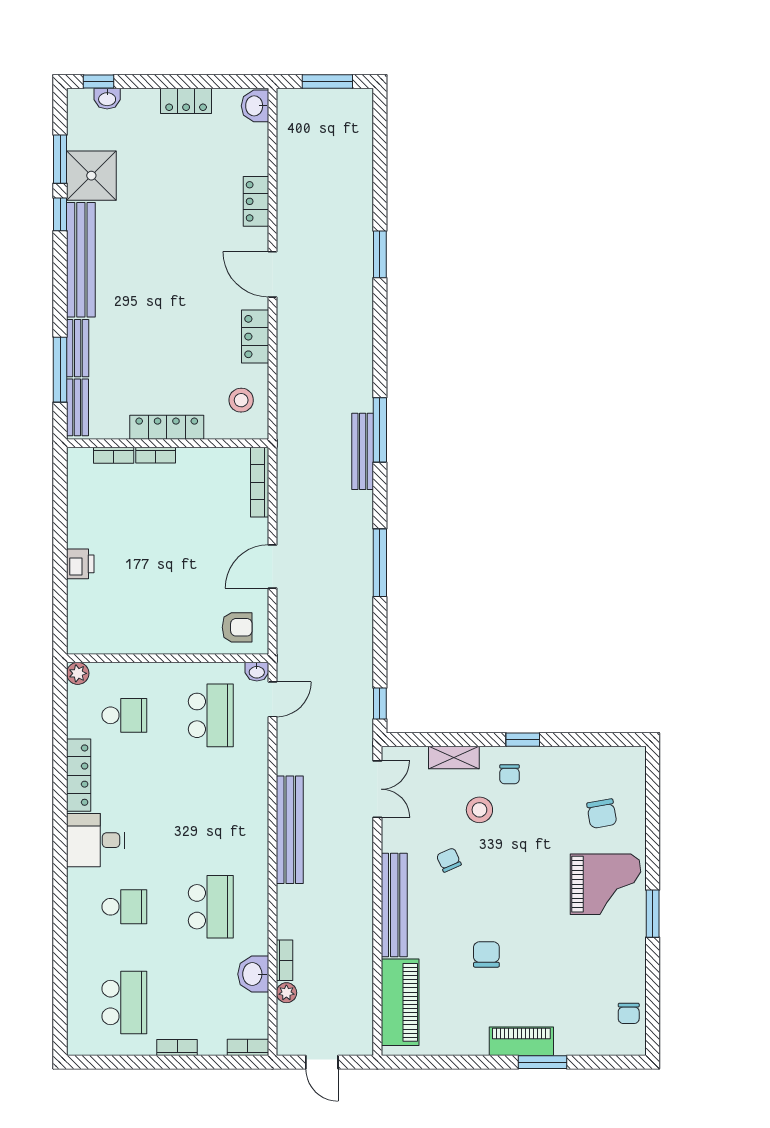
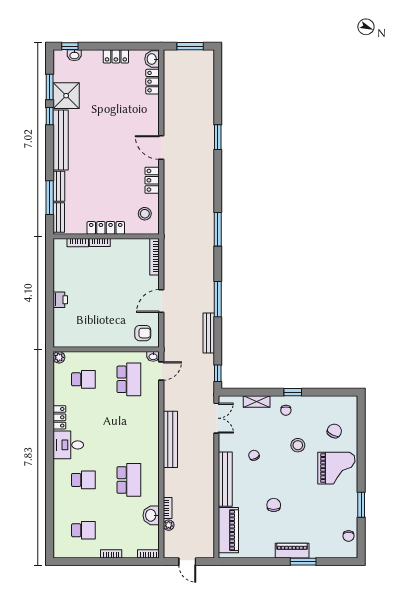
locker: (256, 201) -> (153, 82), moved
bench: (363, 451) -> (209, 333), moved
locker: (79, 775) -> (59, 417), width x0.66
stool: (479, 810) -> (298, 445), moved
chair: (602, 814) -> (334, 431), turned -144
window: (653, 914) -> (361, 505), moved
school desk: (124, 1002) -> (83, 530), width x0.54

